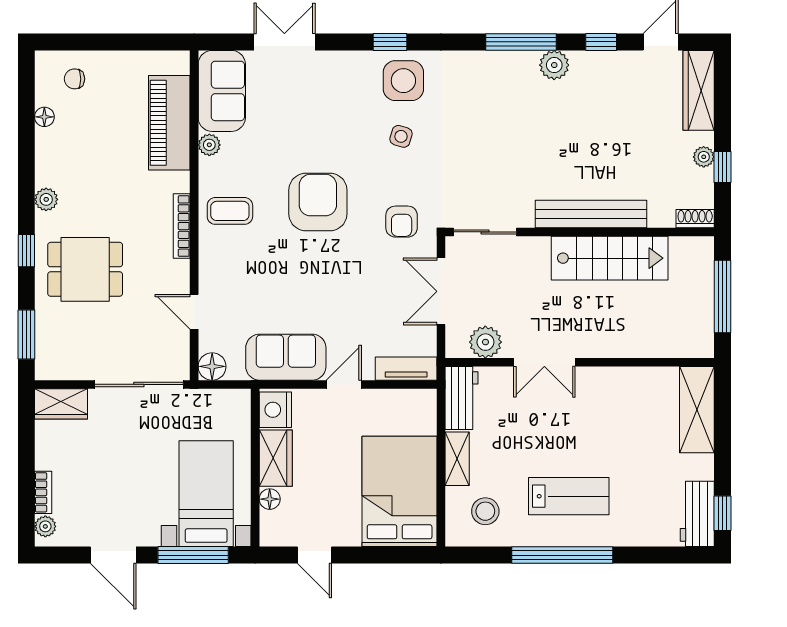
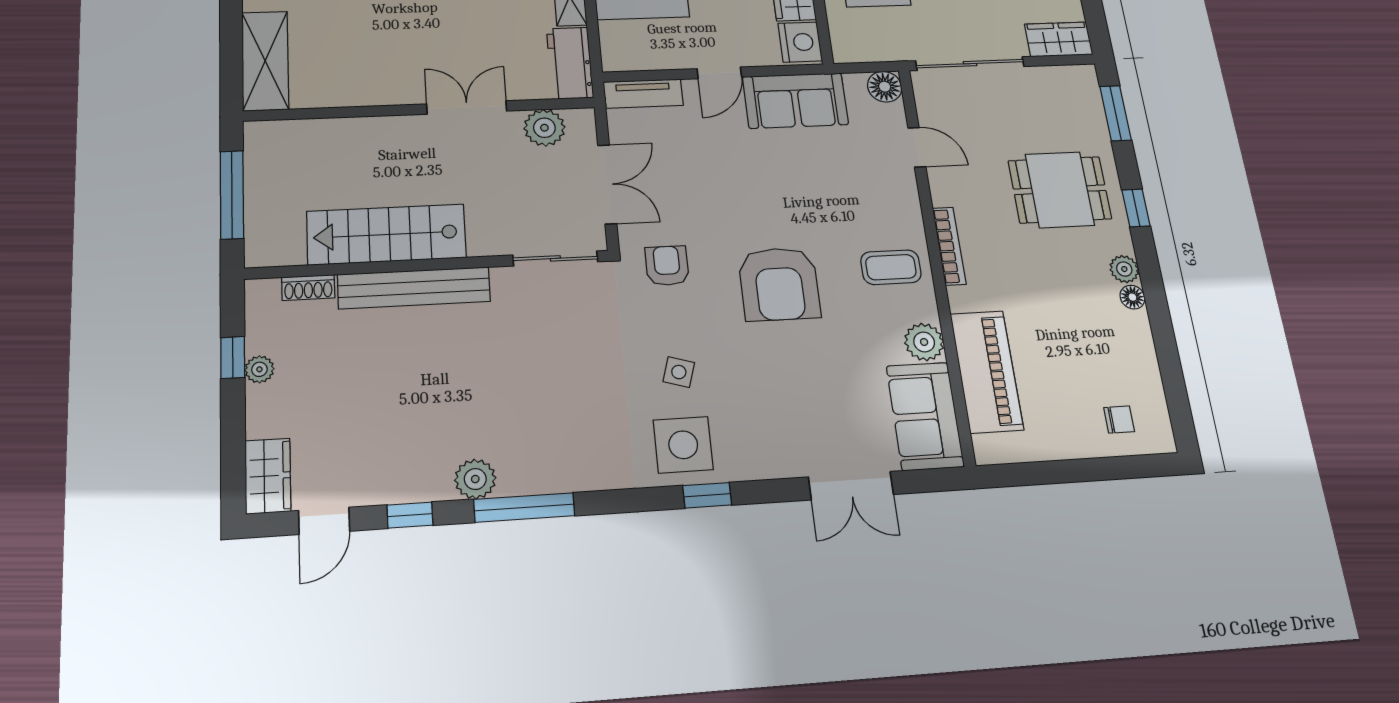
wardrobe: (699, 90) -> (268, 476), width x0.67
floor lamp: (44, 117) -> (1132, 297), moved
plant: (209, 145) -> (924, 342), width x1.38, depth x1.38
shoe rack: (695, 219) -> (308, 287), moved

